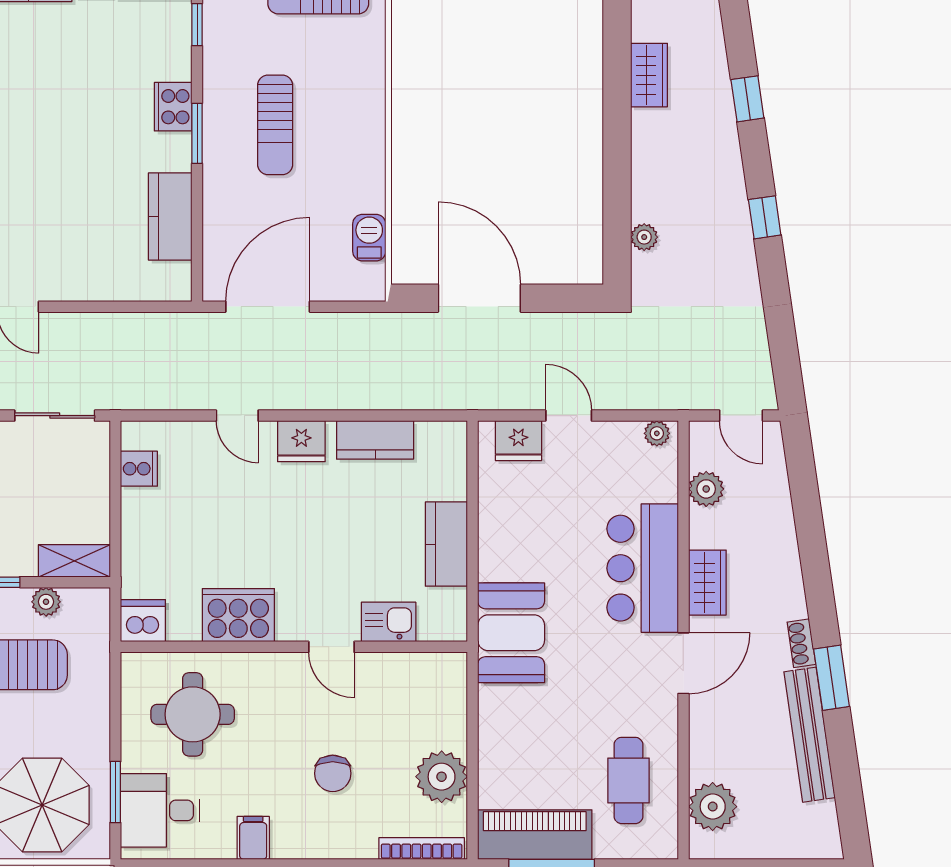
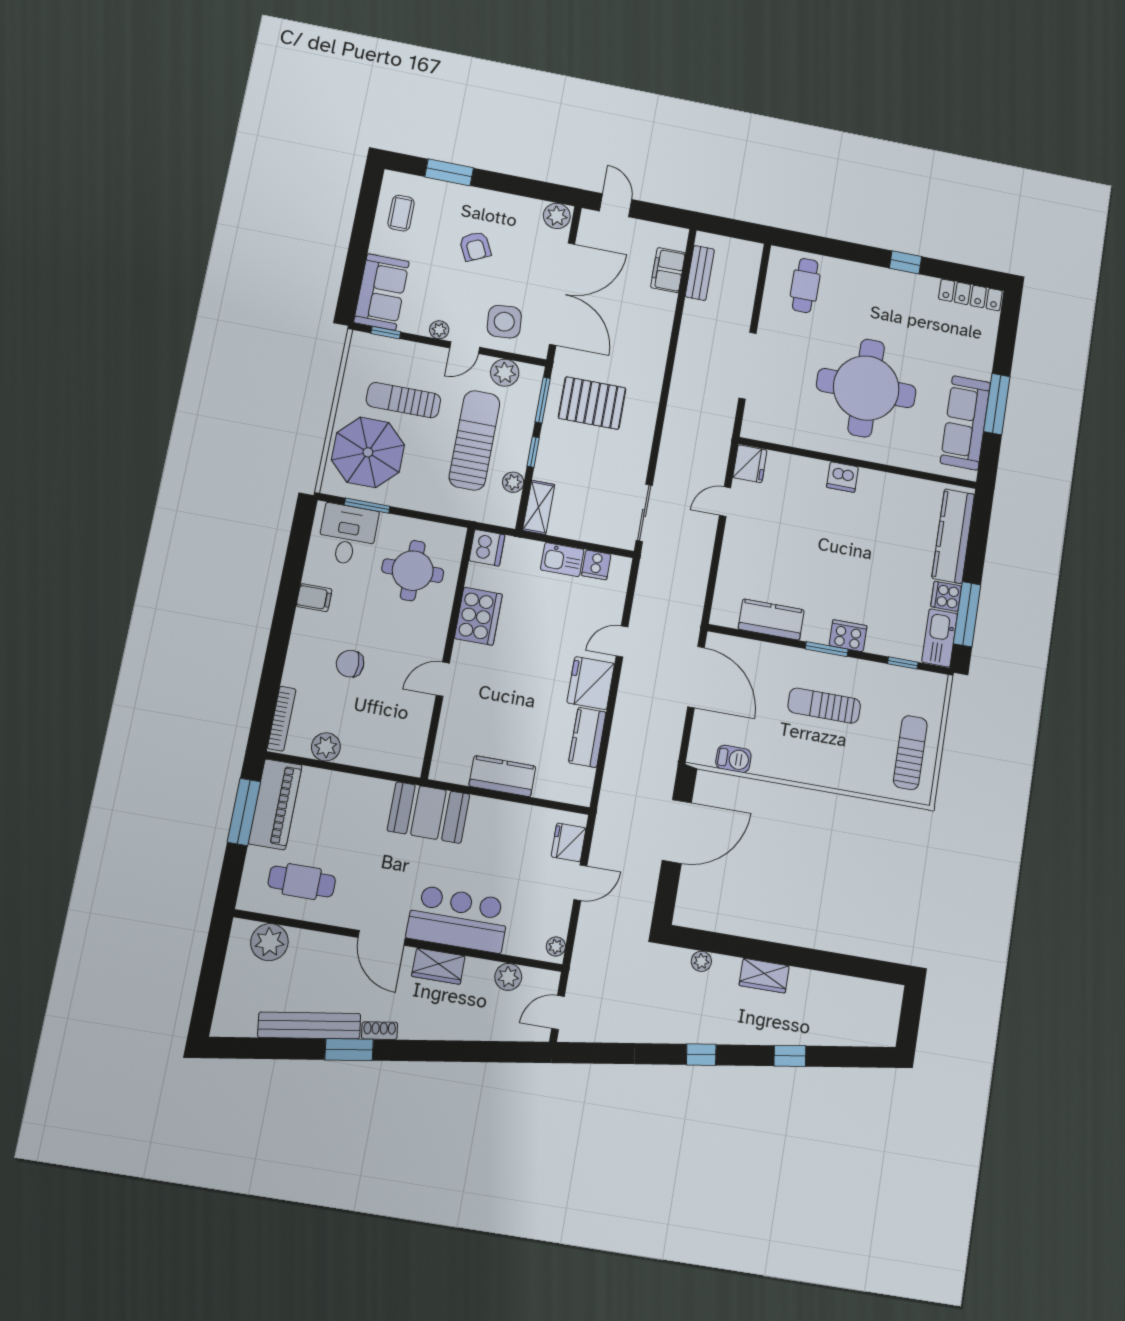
wardrobe: (649, 75) -> (764, 976), moved
fridge: (301, 441) -> (591, 683), width x1.36, depth x1.34
kitchen sink: (389, 622) -> (562, 560), moved, turned 90
plant: (442, 777) -> (326, 747), width x0.73, depth x0.73

